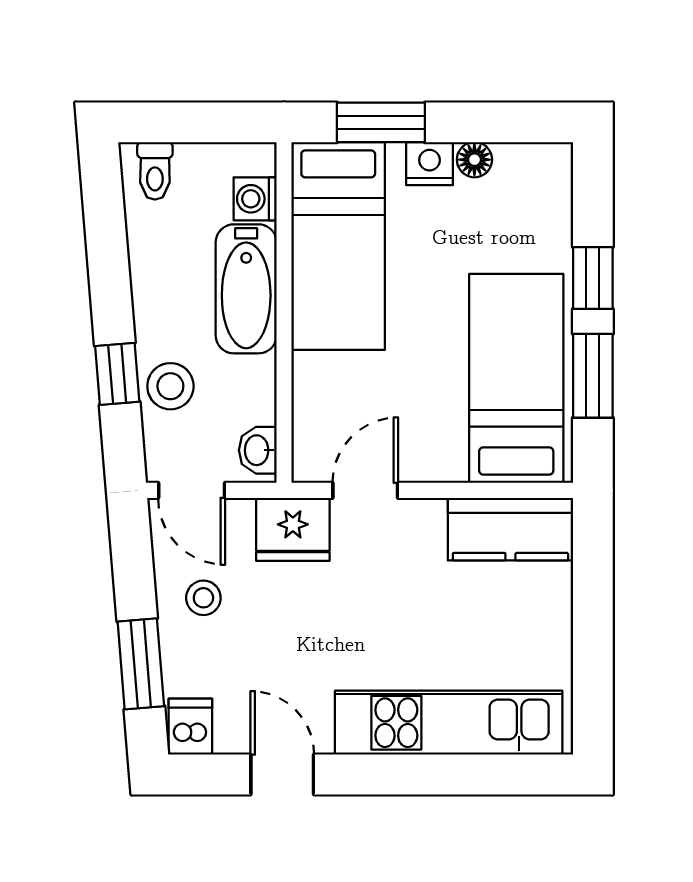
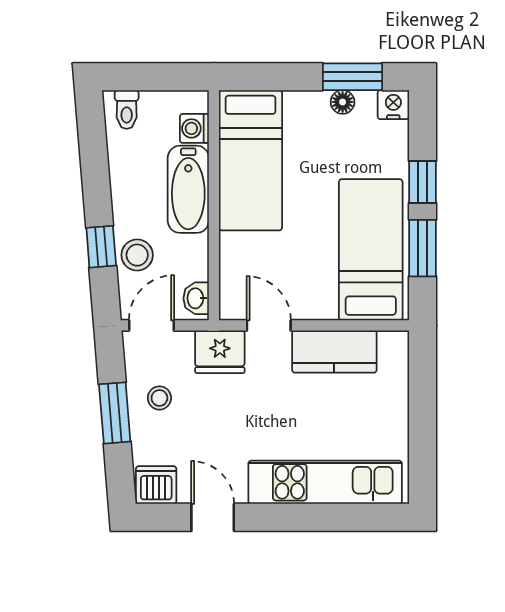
window: (381, 122) -> (352, 77), moved
nightstand: (430, 164) -> (393, 105), moved
door: (192, 490) -> (151, 325), swing flipped
door: (365, 490) -> (269, 325), hinge flipped
kitchen counter: (510, 529) -> (334, 352), moved
window: (141, 664) -> (115, 413), moved
dishwasher: (190, 727) -> (156, 485), width x1.38

